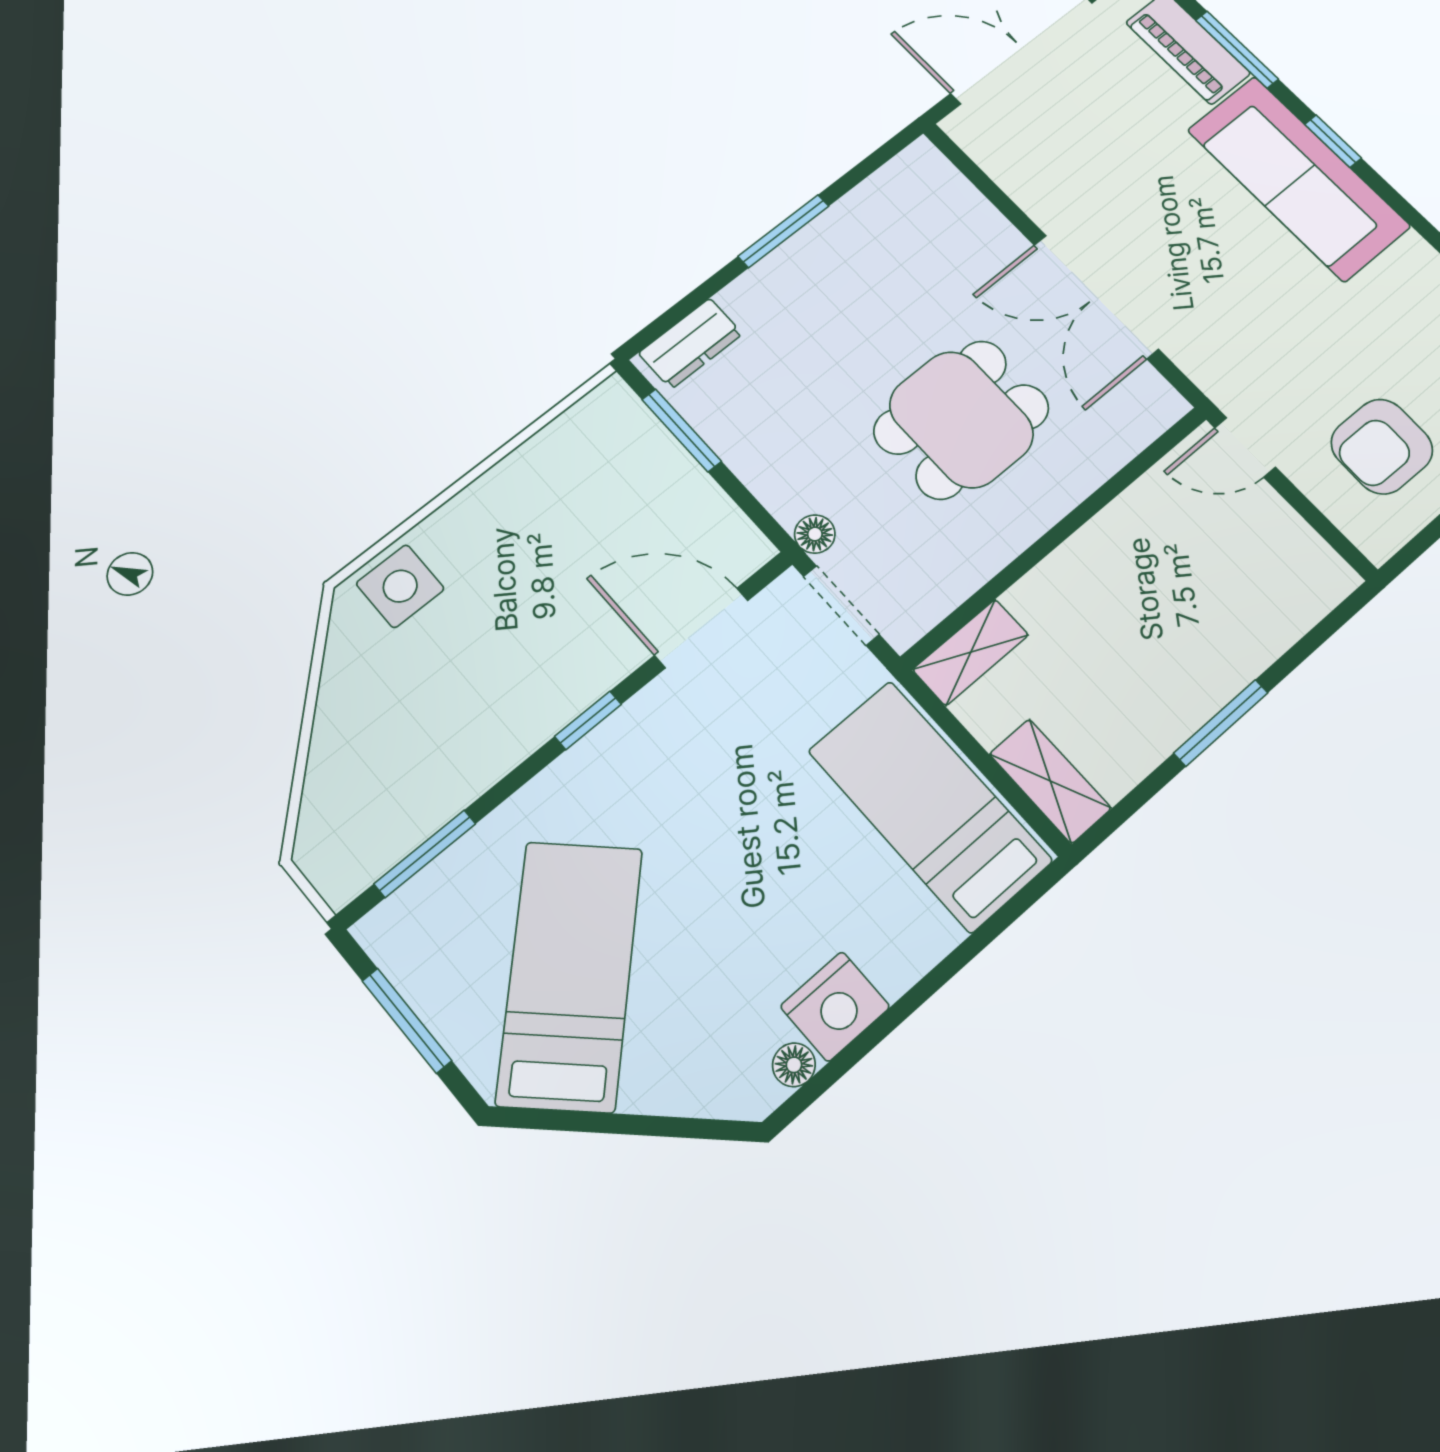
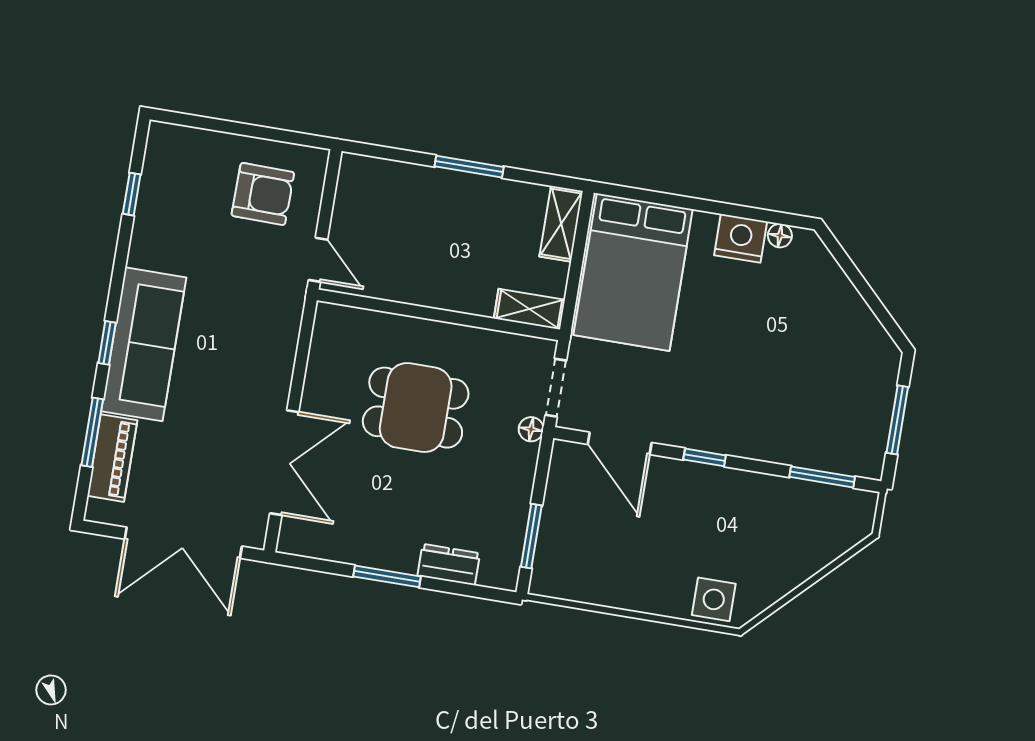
double door: (1096, 297) -> (284, 463), moved
dresser: (691, 344) -> (449, 565), moved
bed: (930, 806) -> (633, 272), width x1.50
bed: (570, 975) -> (821, 366), removed

